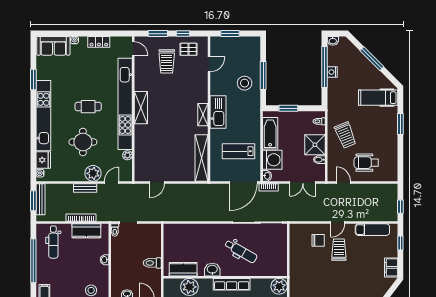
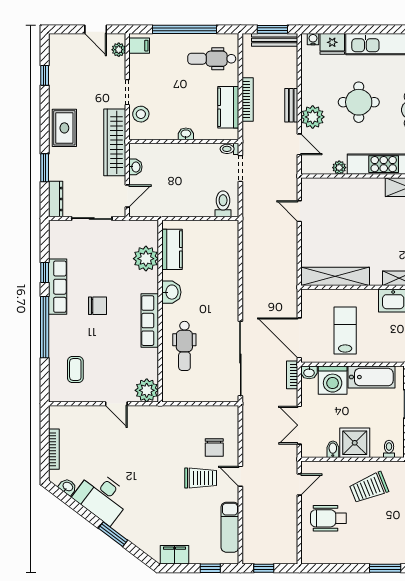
wheelchair: (366, 163) -> (328, 518), turned -90
dental chair: (241, 251) -> (184, 346), moved, turned -30
toilet: (152, 263) -> (223, 204), moved

